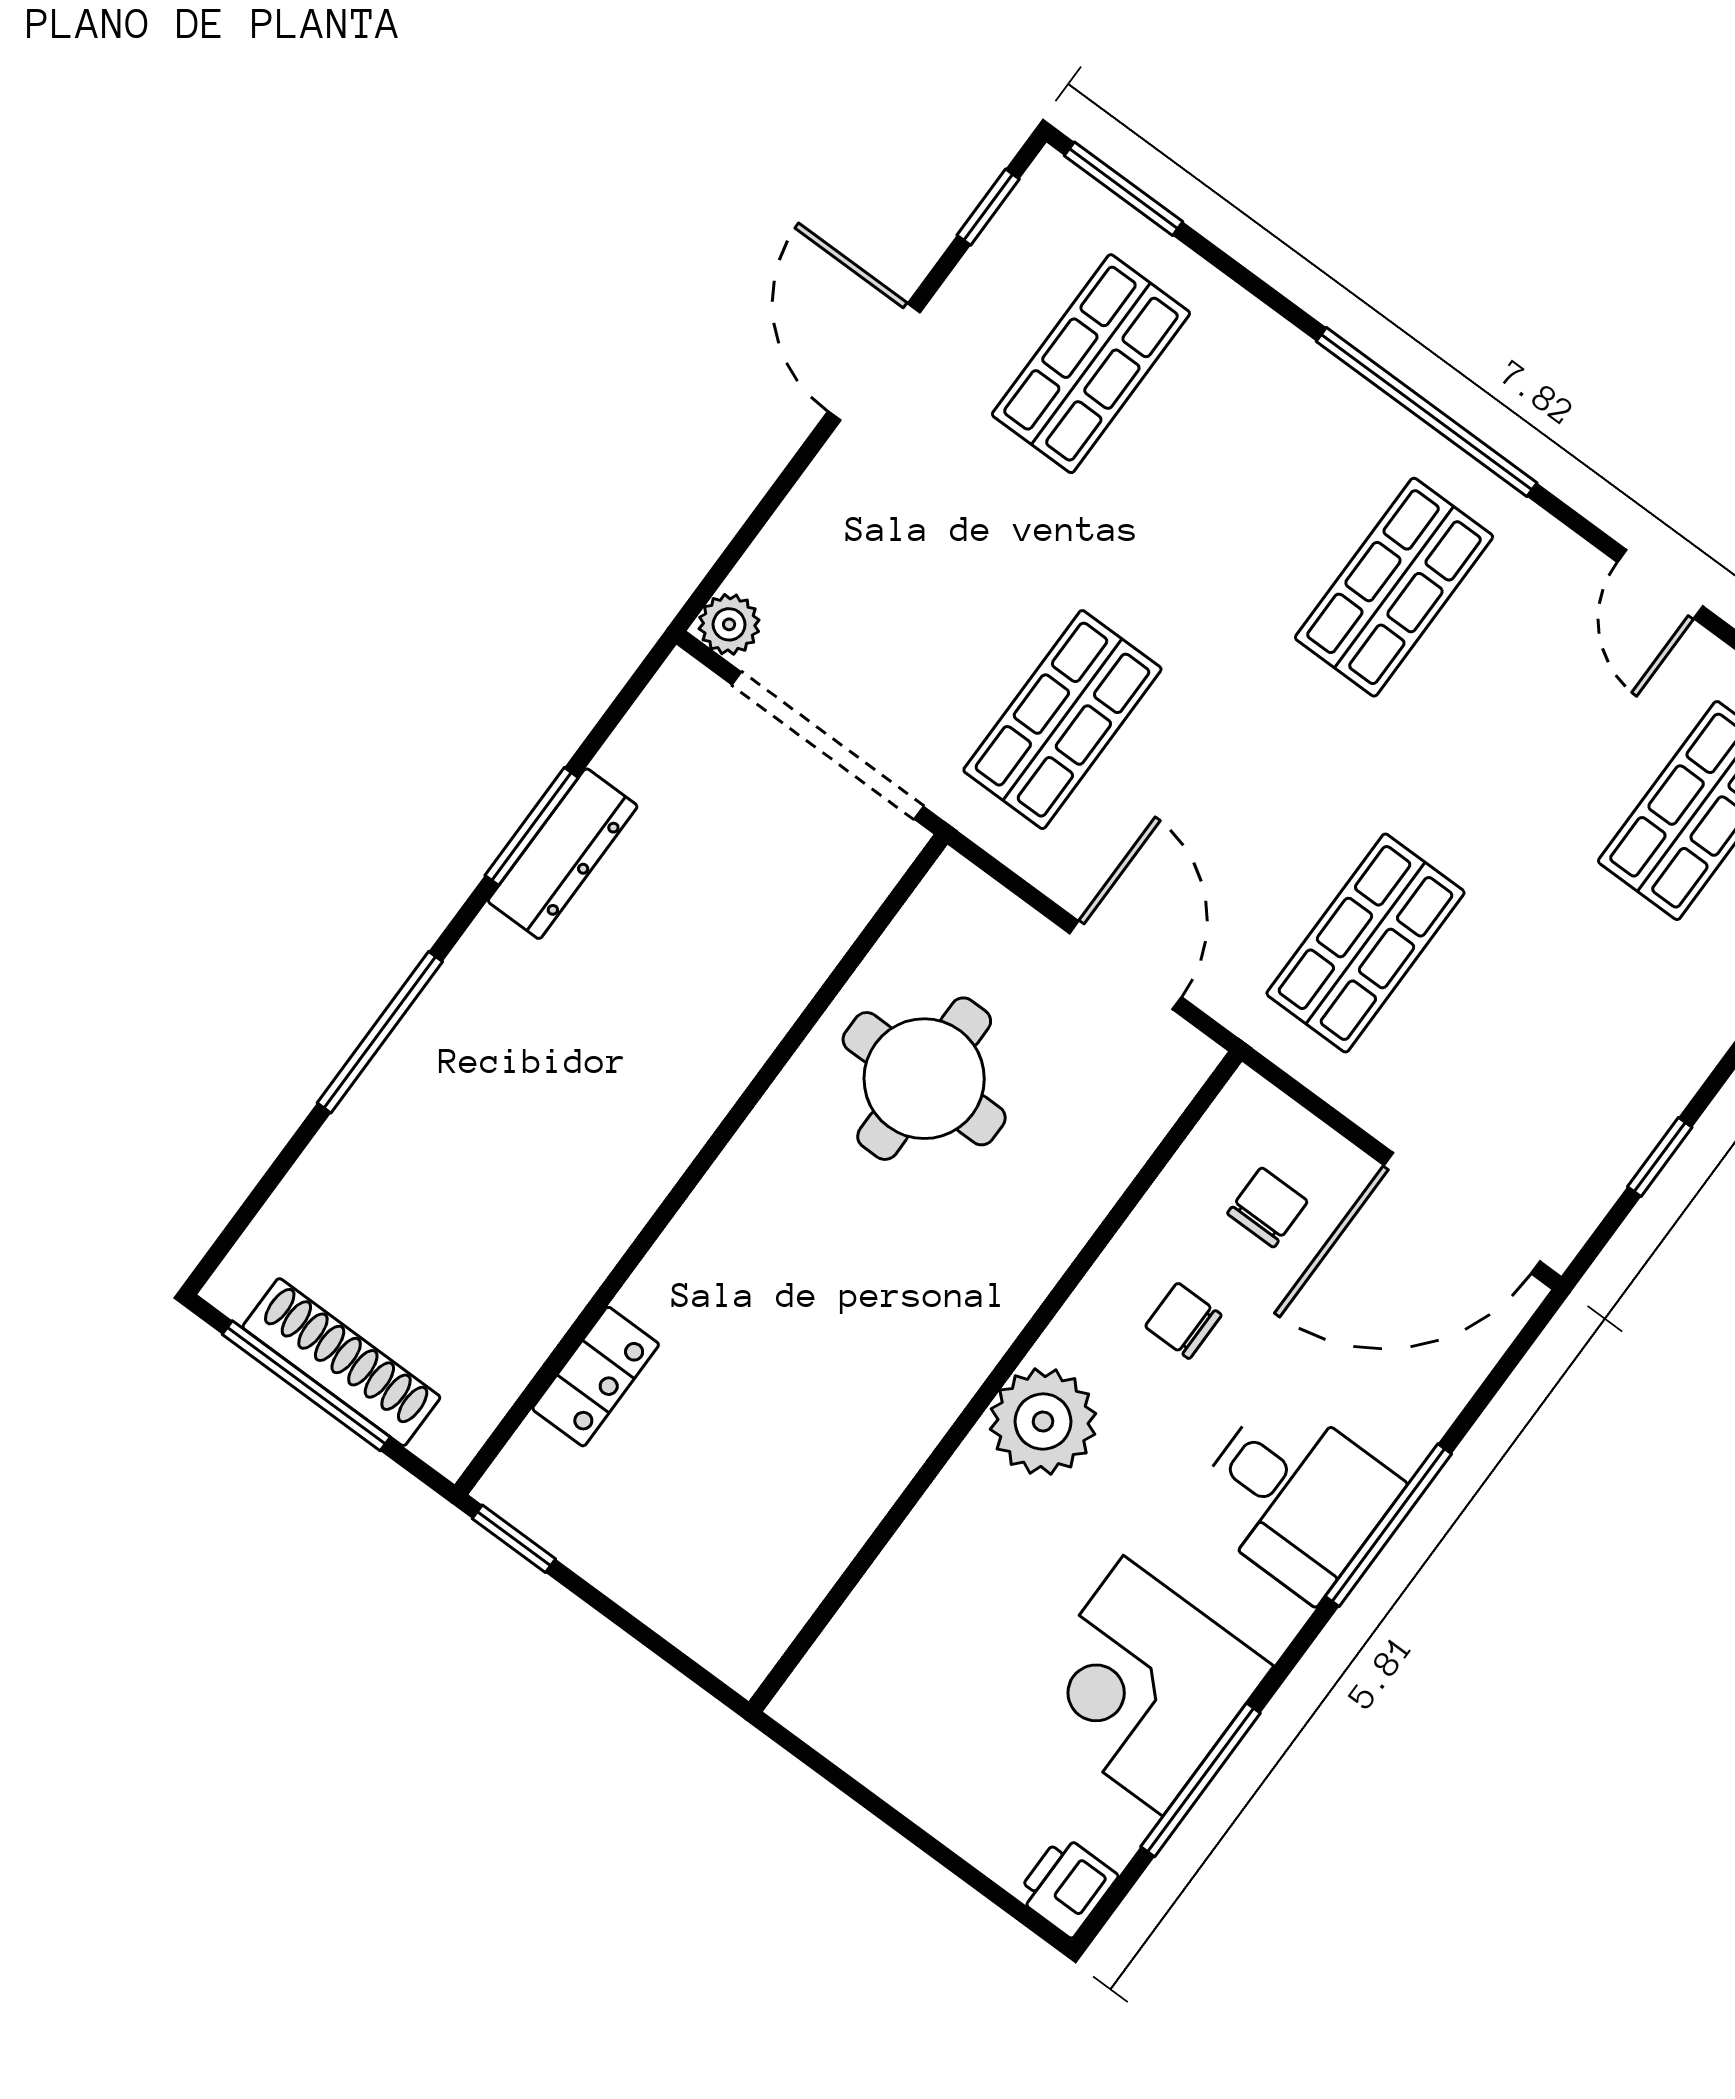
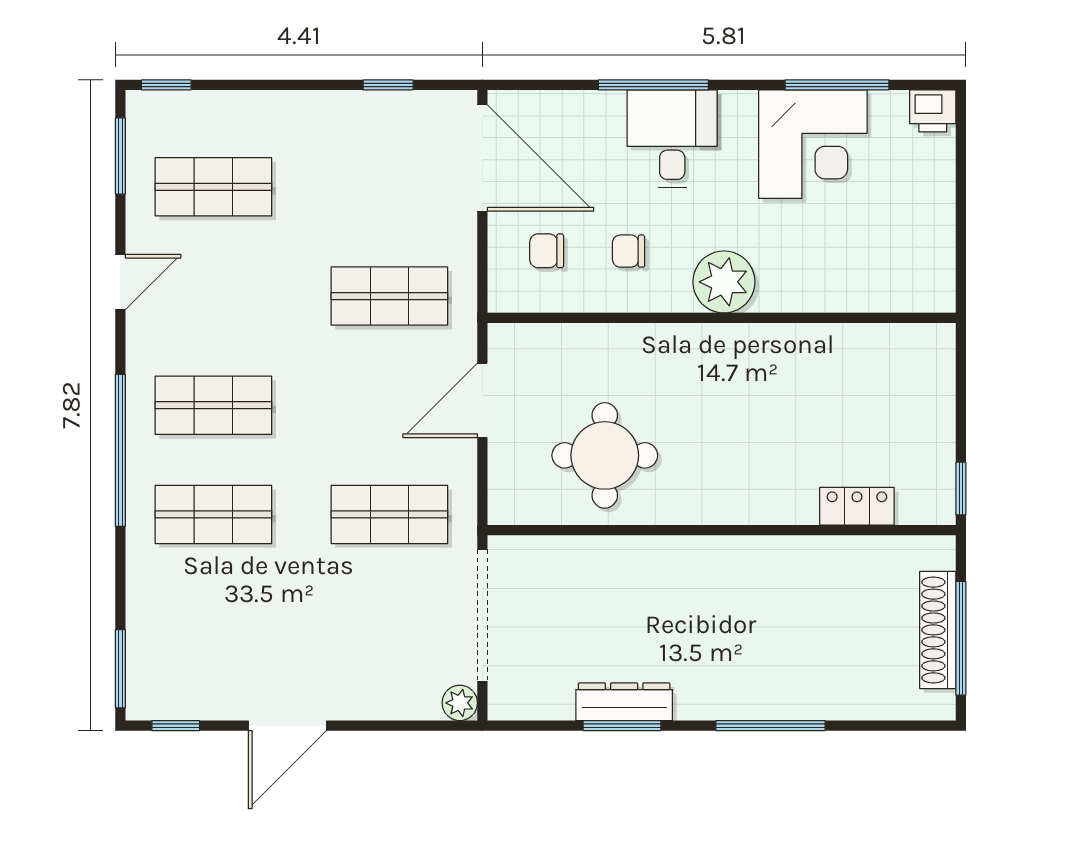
shop shelf: (1091, 364) -> (213, 514), moved
chair: (1183, 1321) -> (629, 251), turned 90

